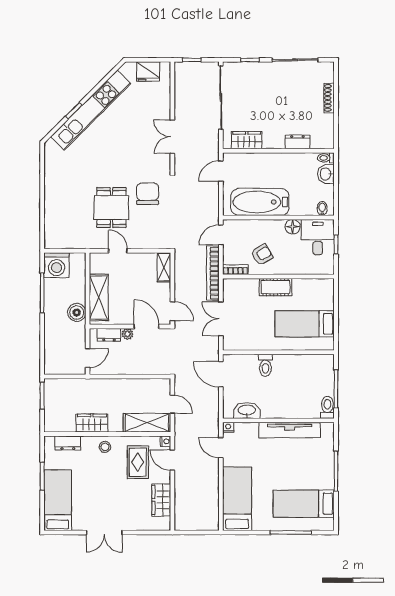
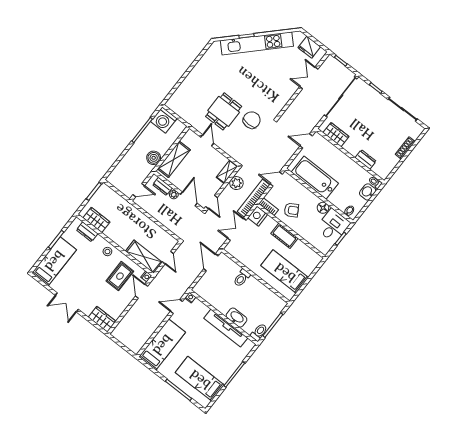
double door: (172, 137) -> (309, 78), moved
plant: (183, 271) -> (236, 183), added
nightstand: (232, 288) -> (258, 216), added
washbasin: (247, 410) -> (237, 318), moved
wardrobe: (92, 423) -> (96, 220), moved
door: (221, 448) -> (176, 306), hinge flipped
wardrobe: (161, 500) -> (102, 319), moved, turned 90

